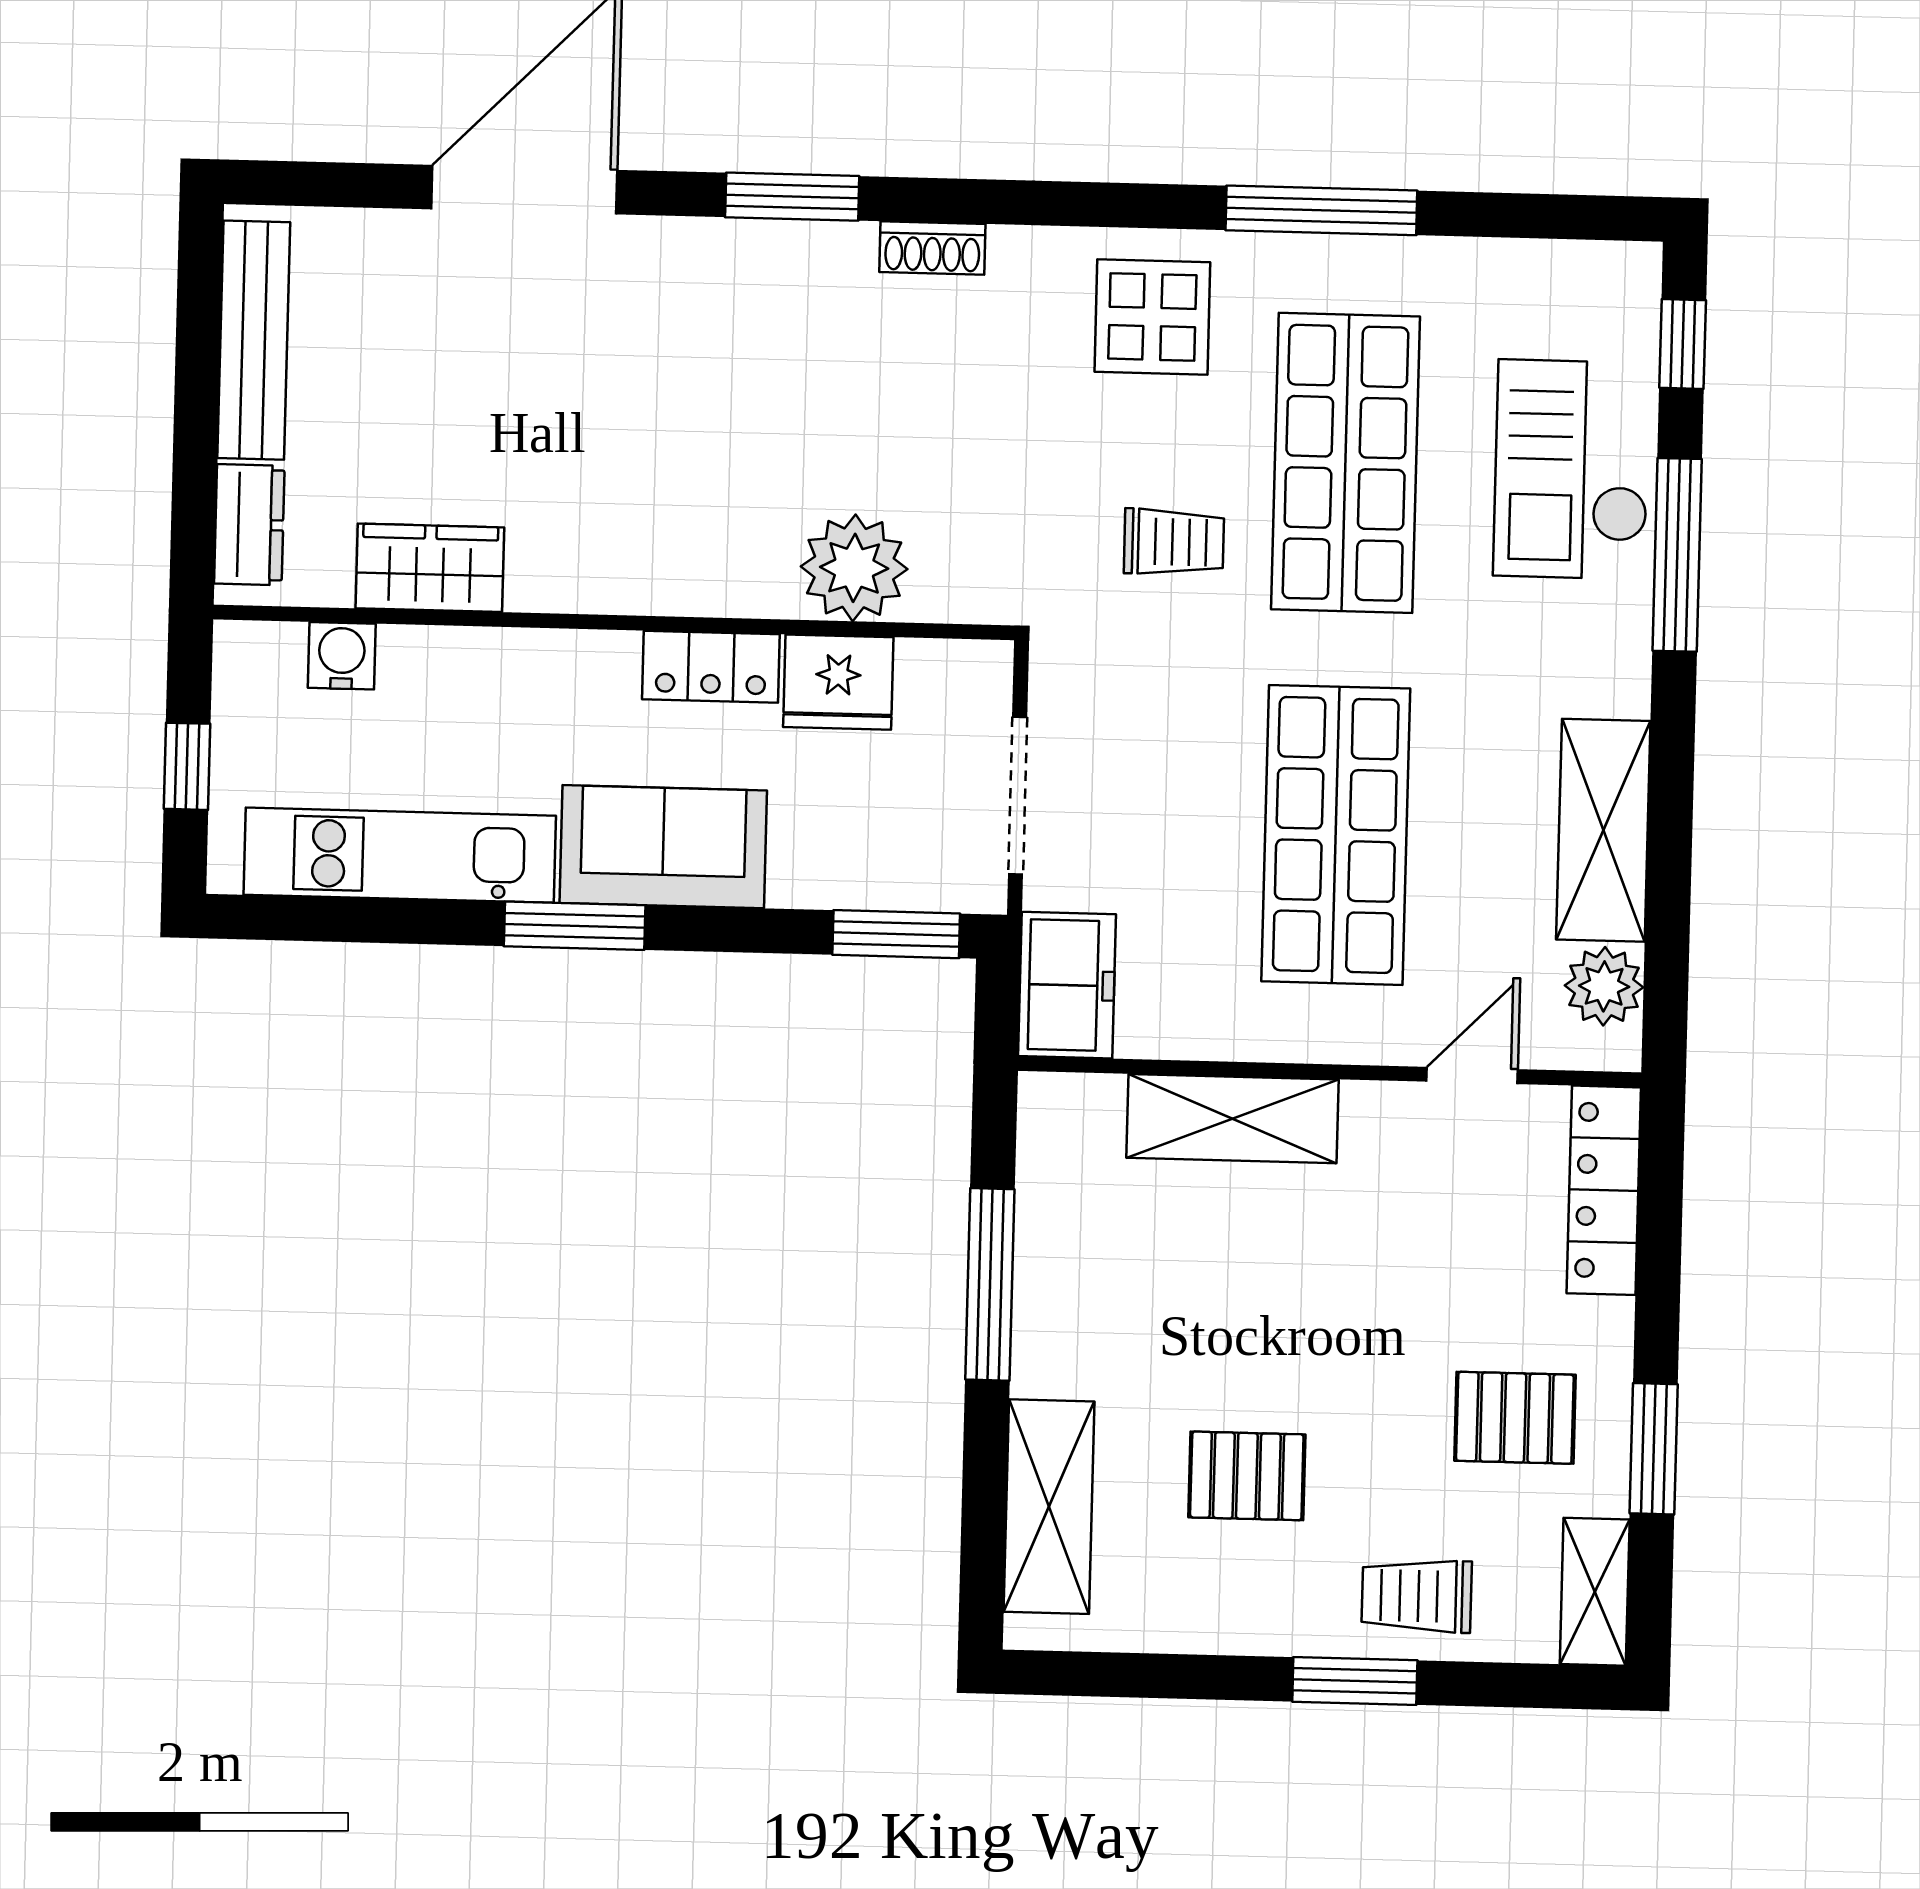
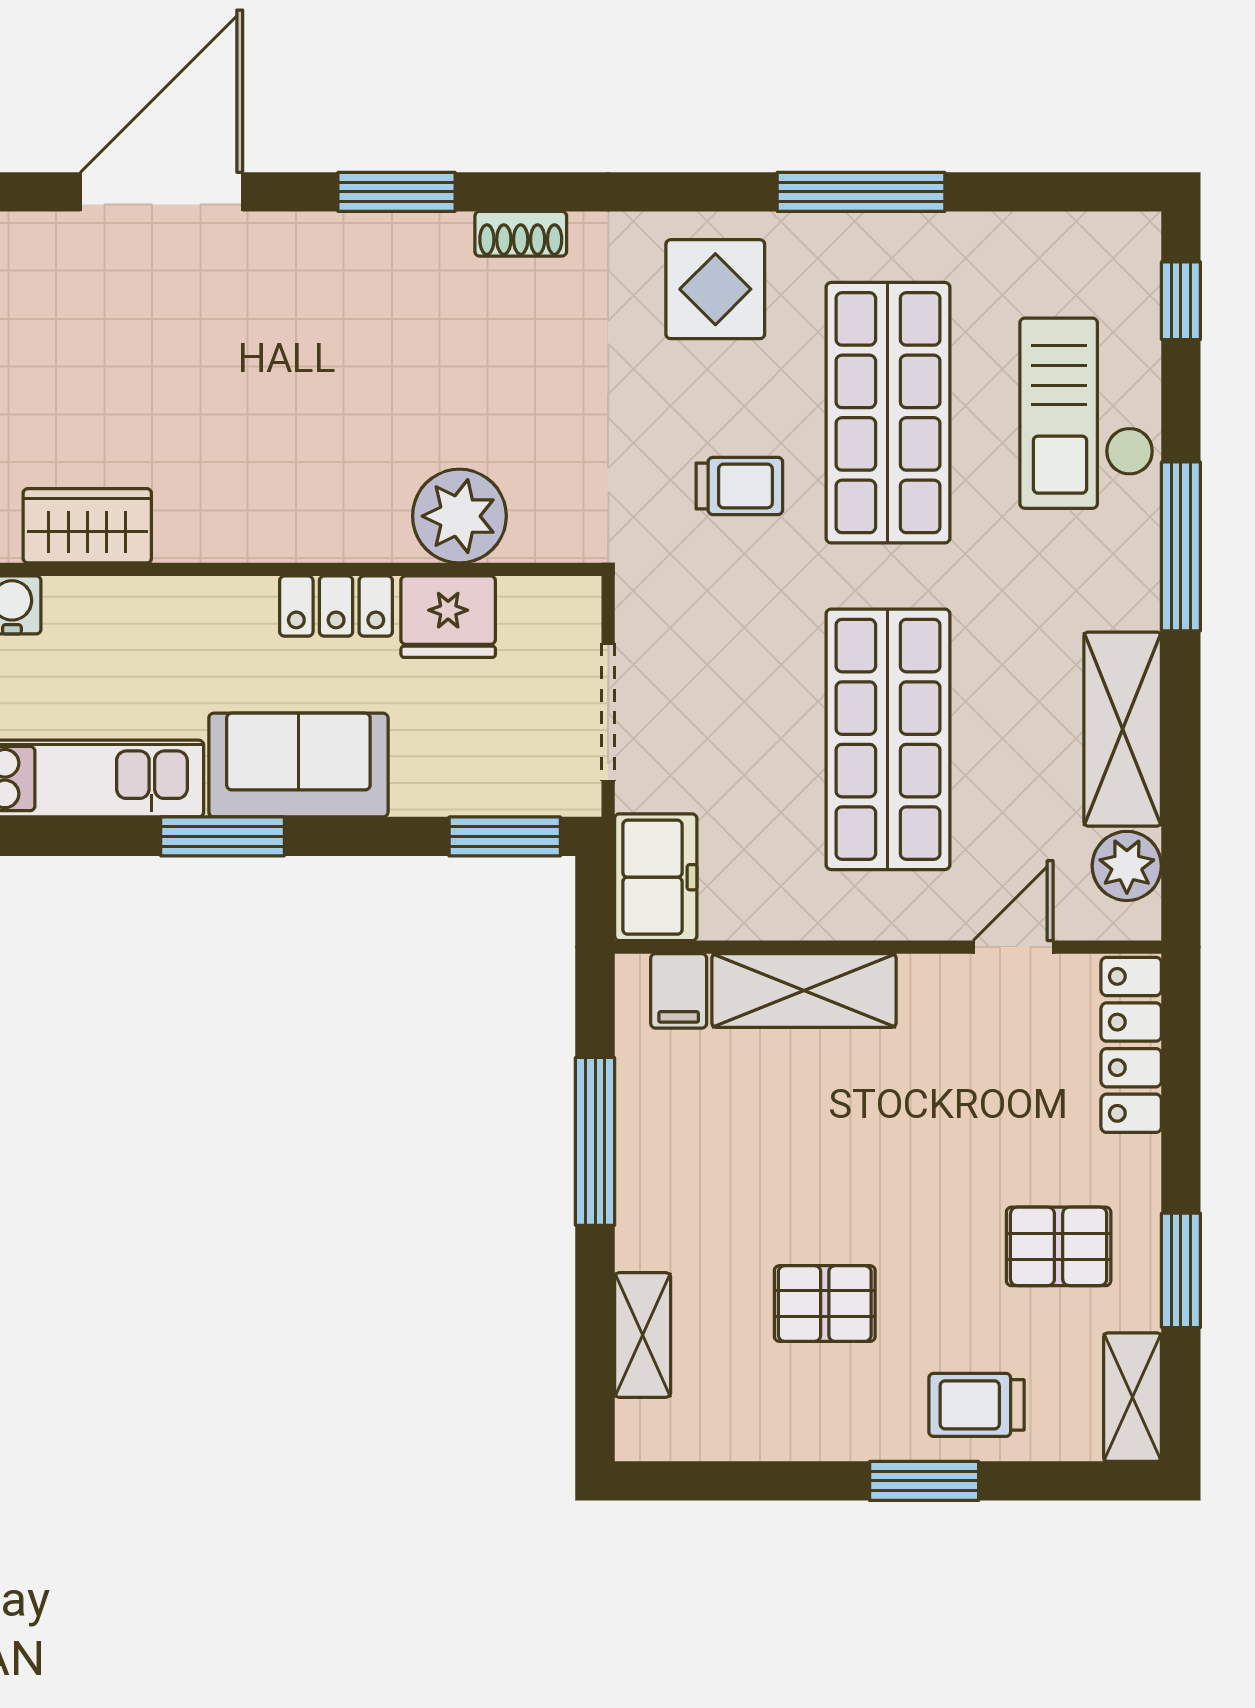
window: (1677, 555) -> (1181, 546), moved
filing cabinet: (1090, 1115) -> (679, 991), added
shelving: (1049, 1507) -> (643, 1335), width x0.67, depth x0.75

